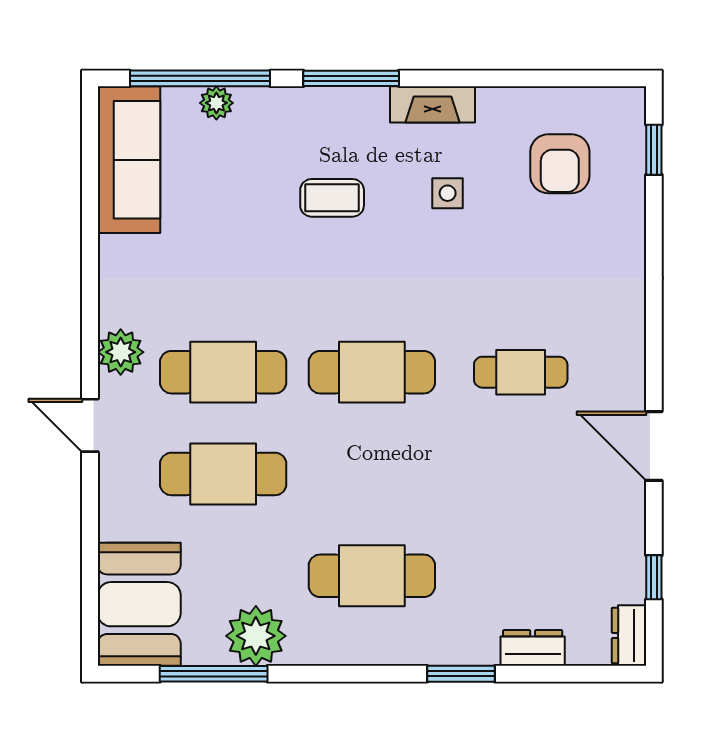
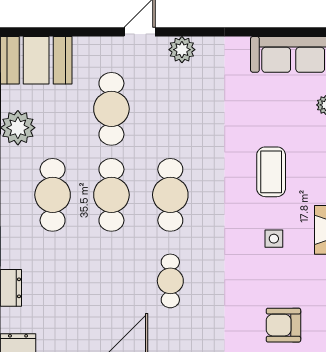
armchair: (560, 164) -> (283, 325), moved
coffee table: (332, 198) -> (271, 172), width x1.36, depth x1.30
cafe table: (223, 372) -> (111, 195), moved

